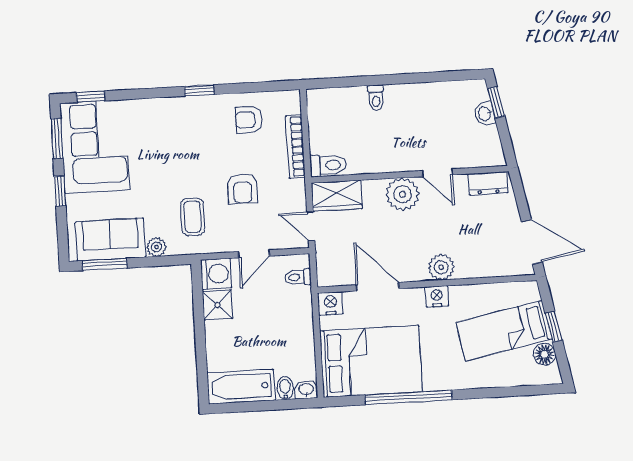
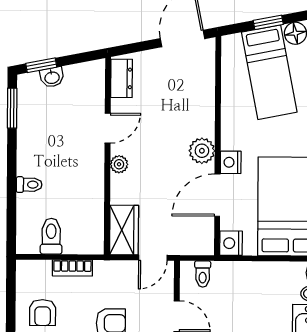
window: (451, 76) -> (12, 108), added
bookcase: (295, 147) -> (72, 268), width x0.64
toilet: (328, 165) -> (51, 236), moved
plant: (403, 194) -> (119, 164), width x0.53, depth x0.53
plant: (441, 267) -> (202, 151), moved
nightstand: (437, 296) -> (231, 162), moved

